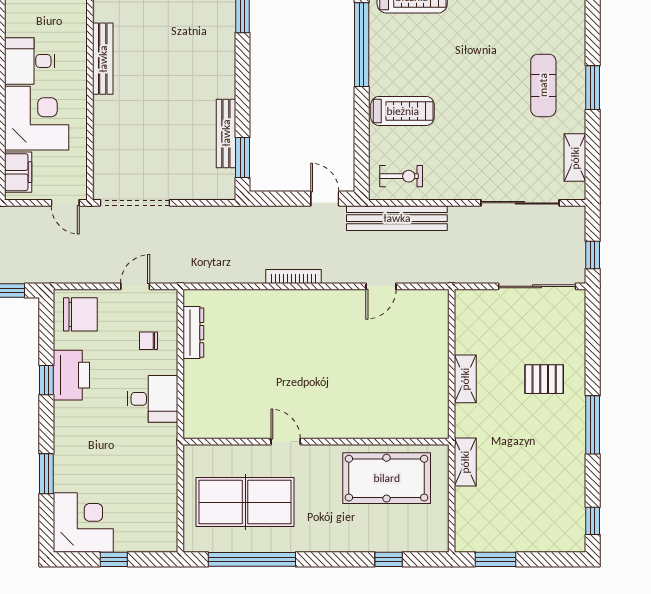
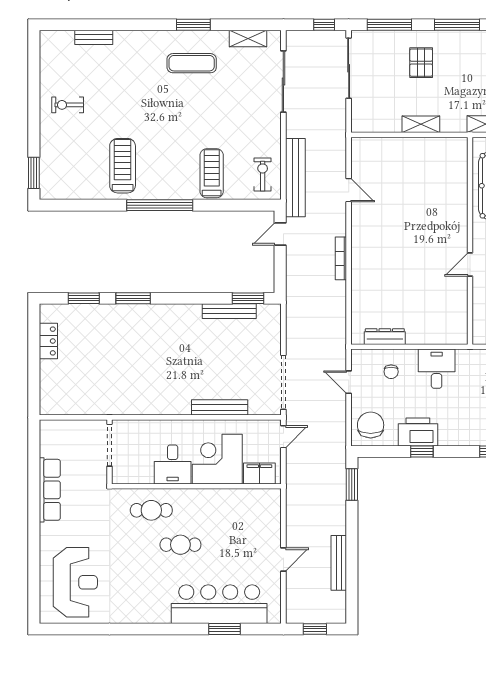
bench: (103, 59) -> (220, 407), moved
window: (593, 339) -> (389, 25), added

